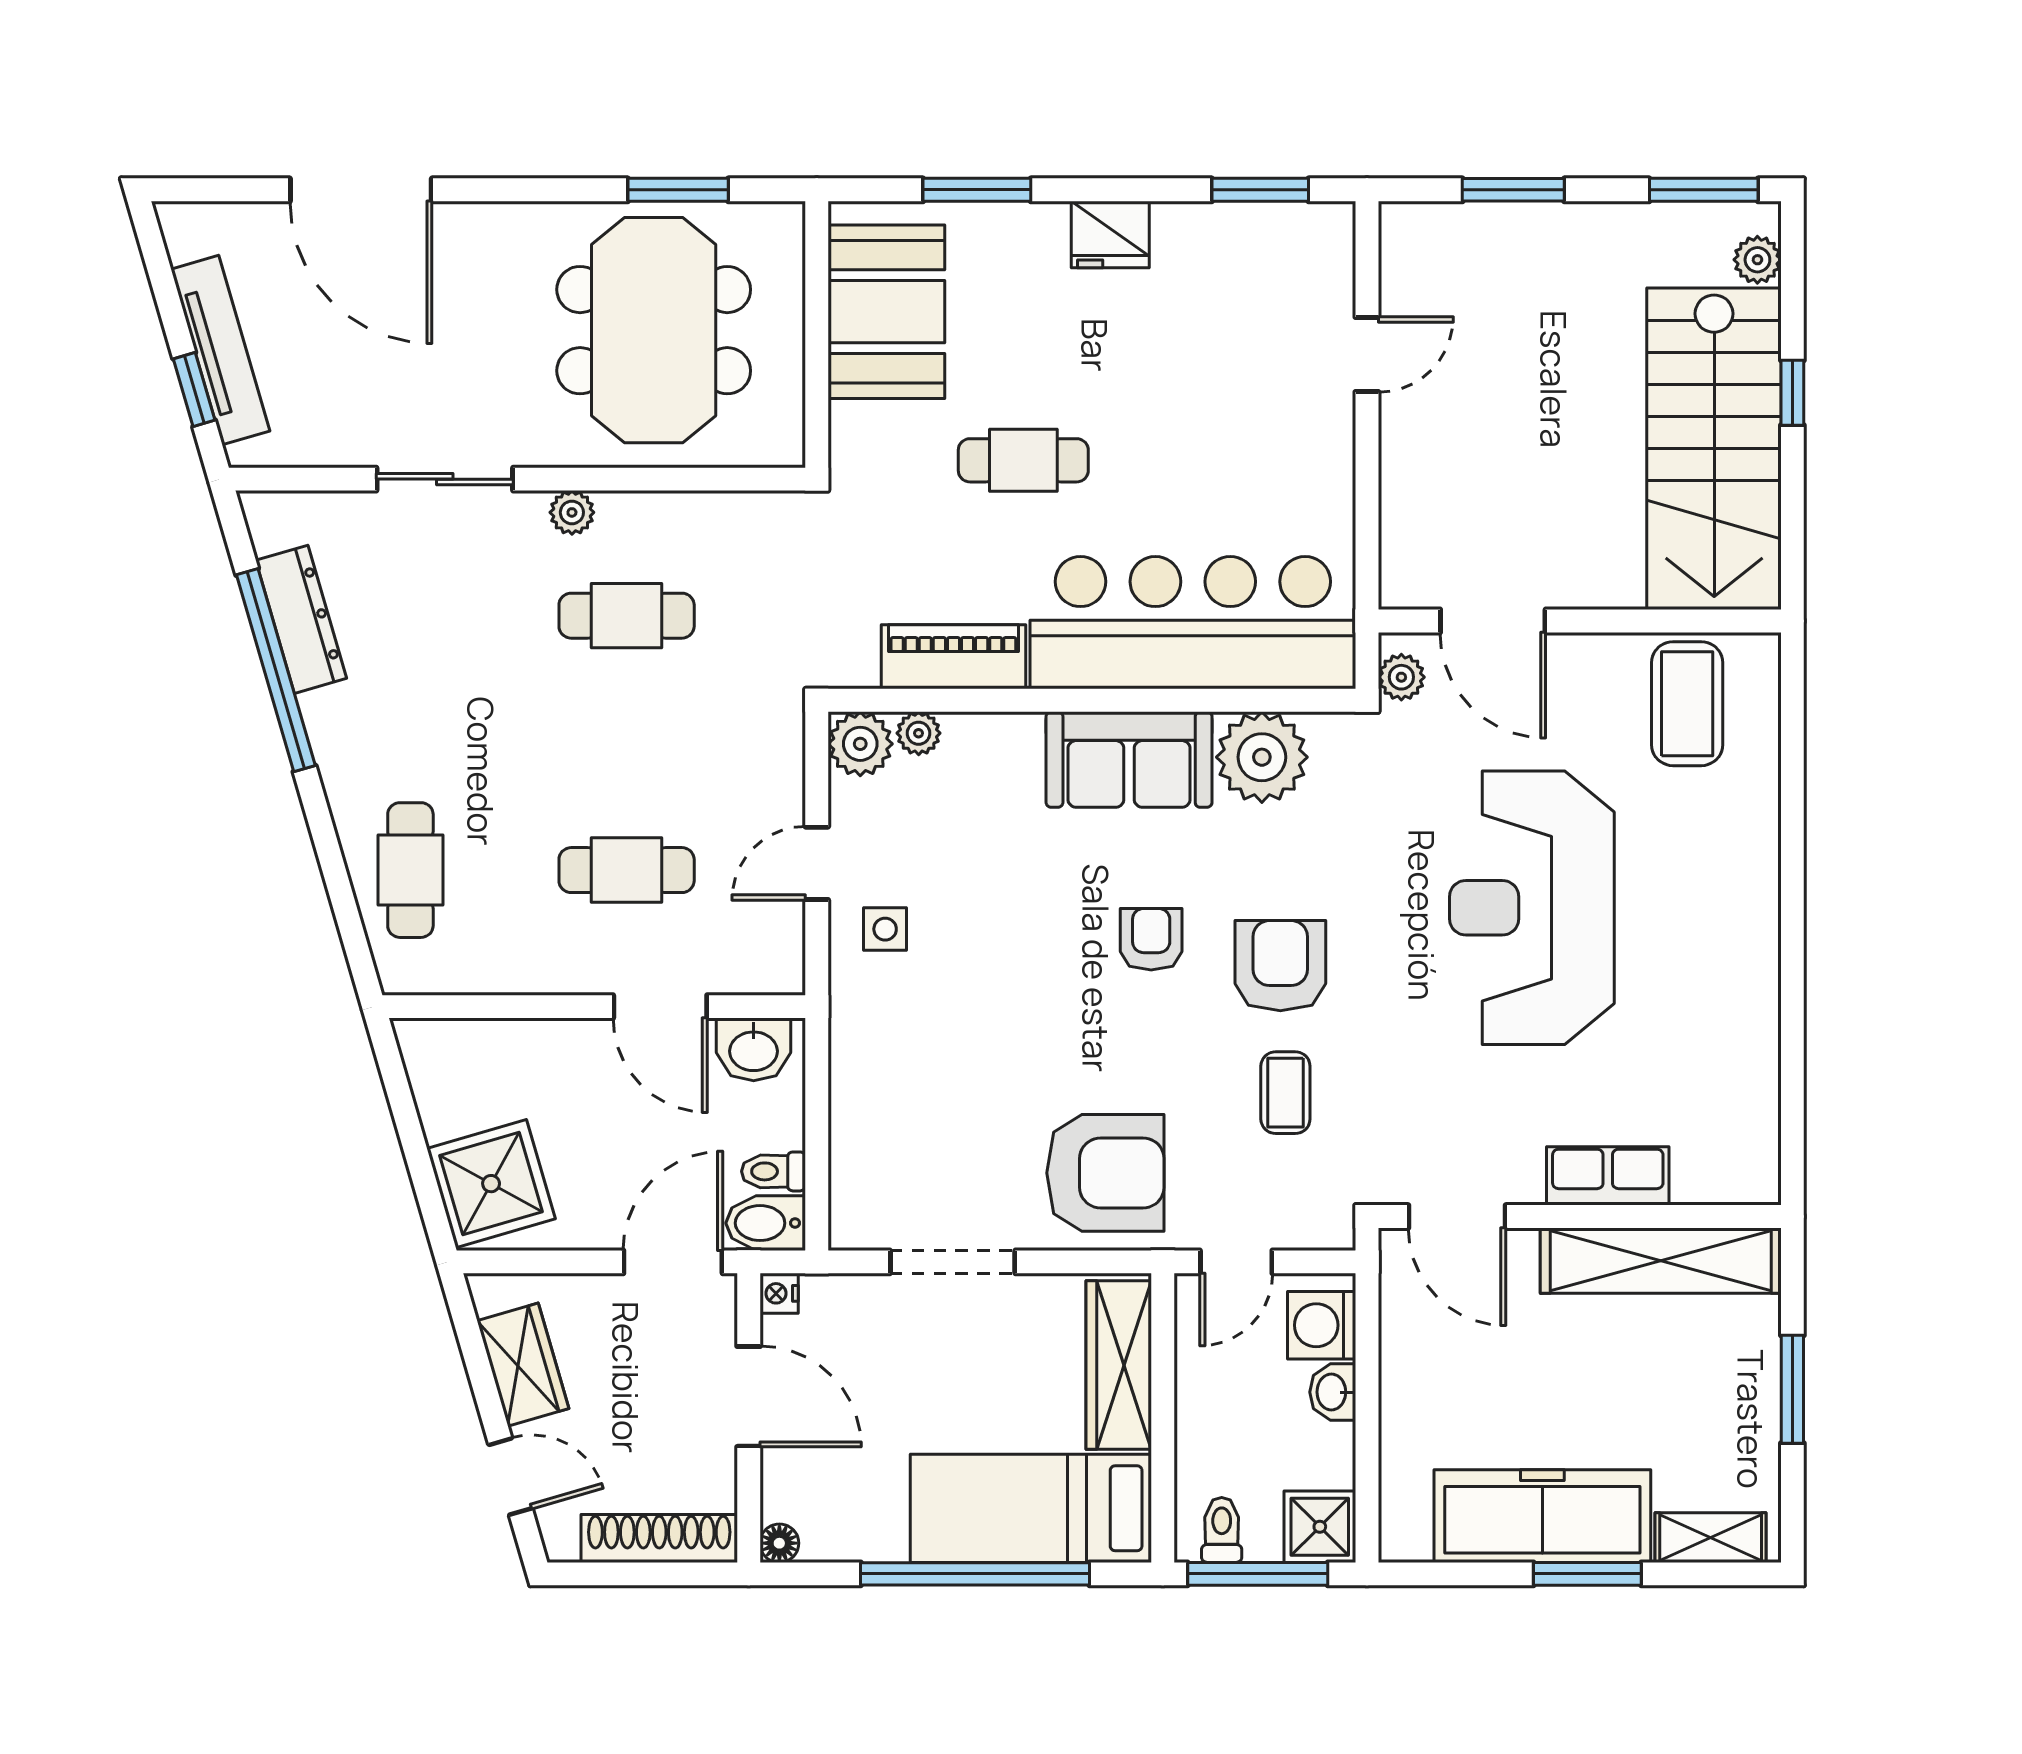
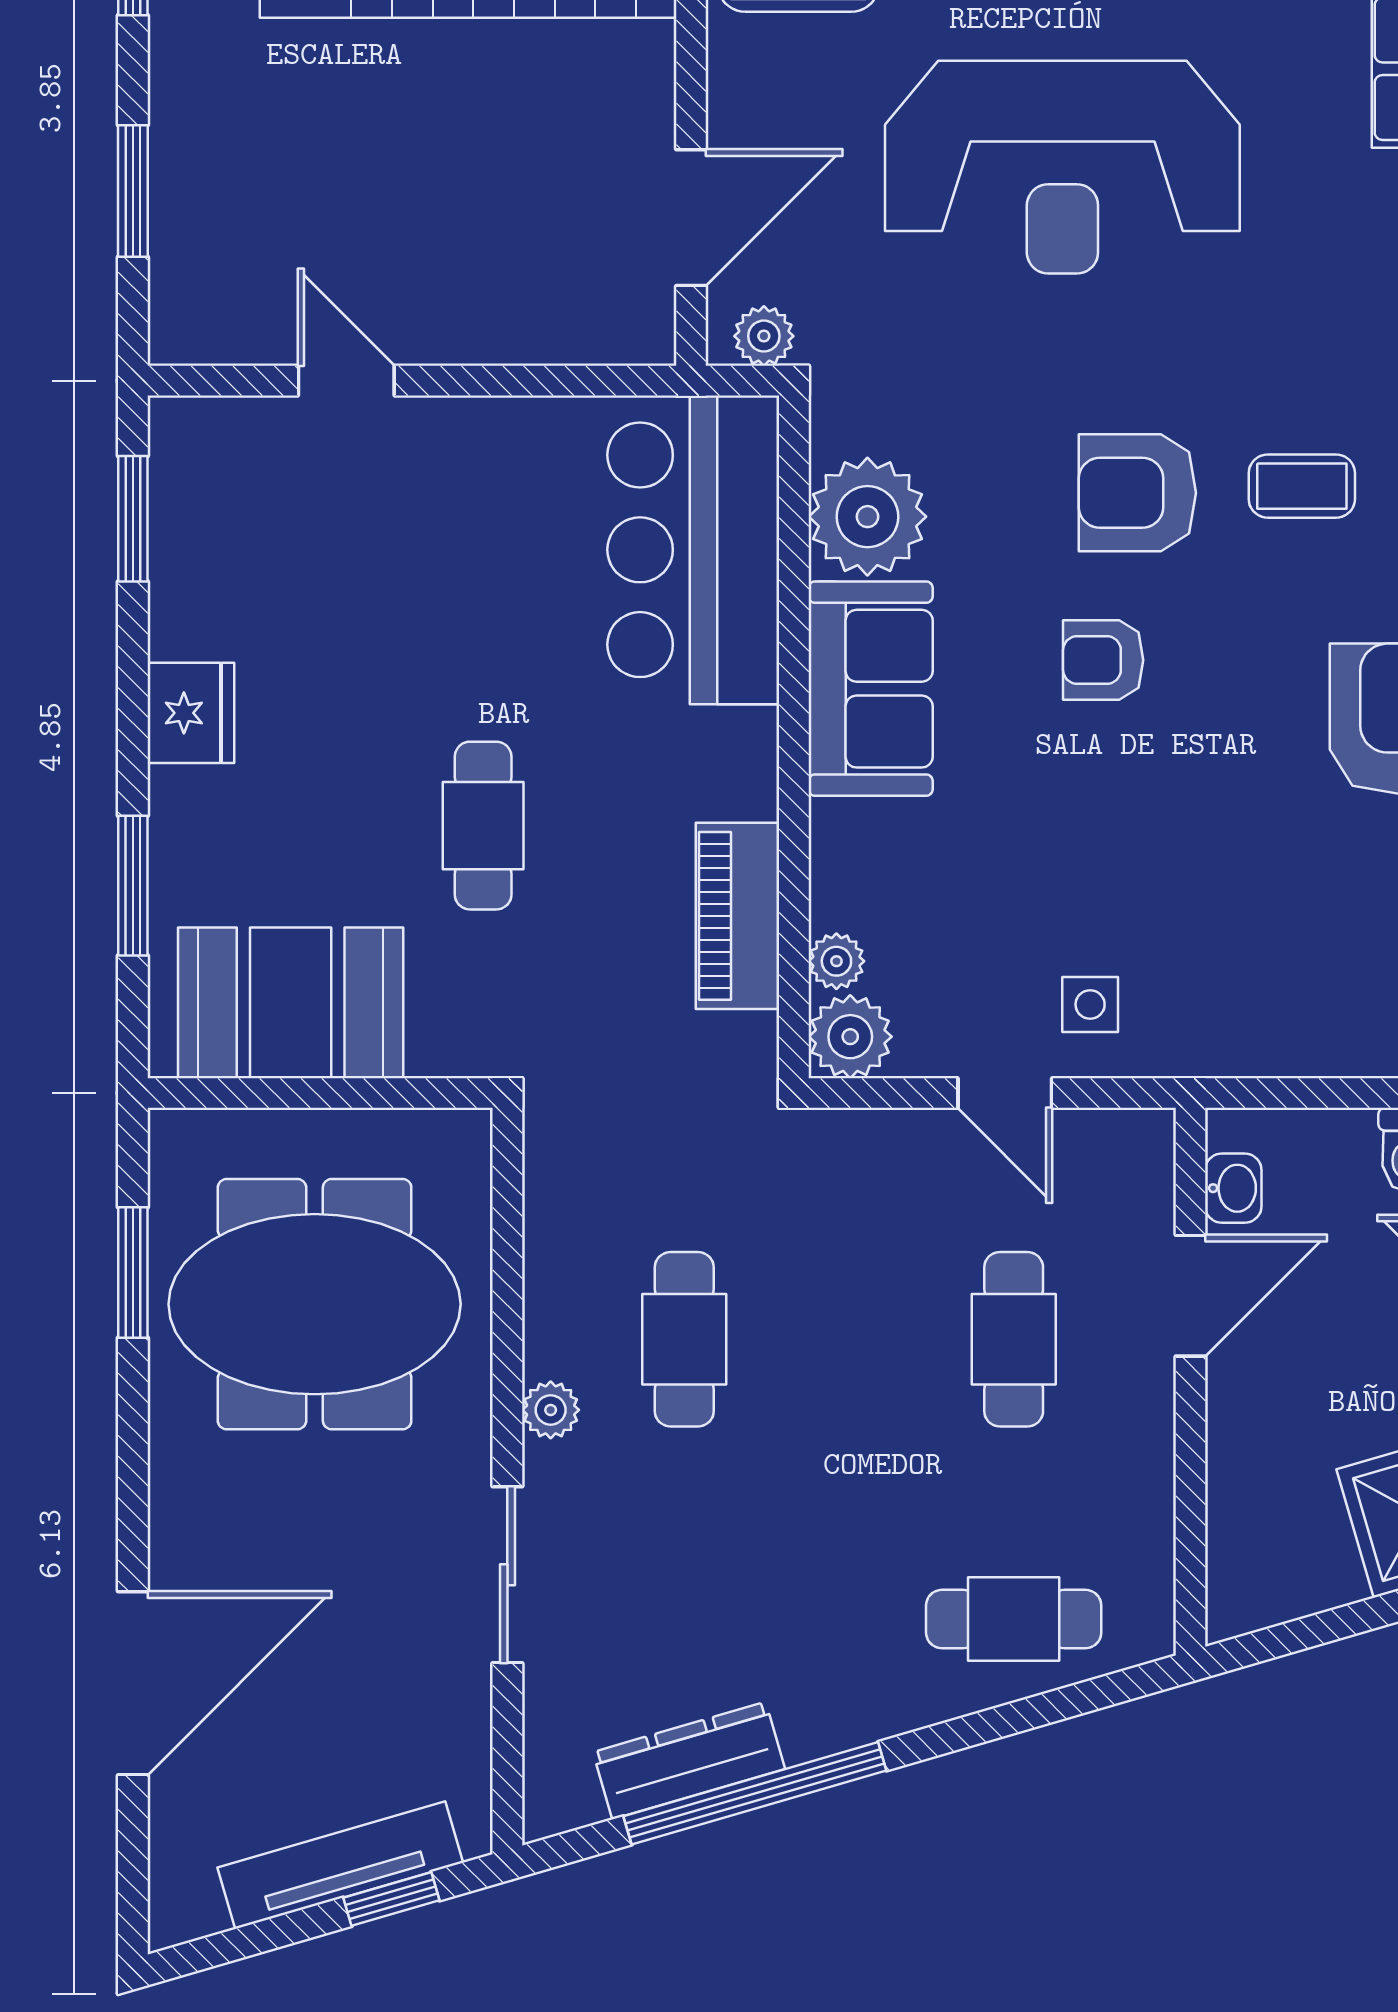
bar counter: (1193, 623) -> (693, 550), width x0.73
washbasin: (754, 1049) -> (1233, 1188), width x0.72, depth x0.69

